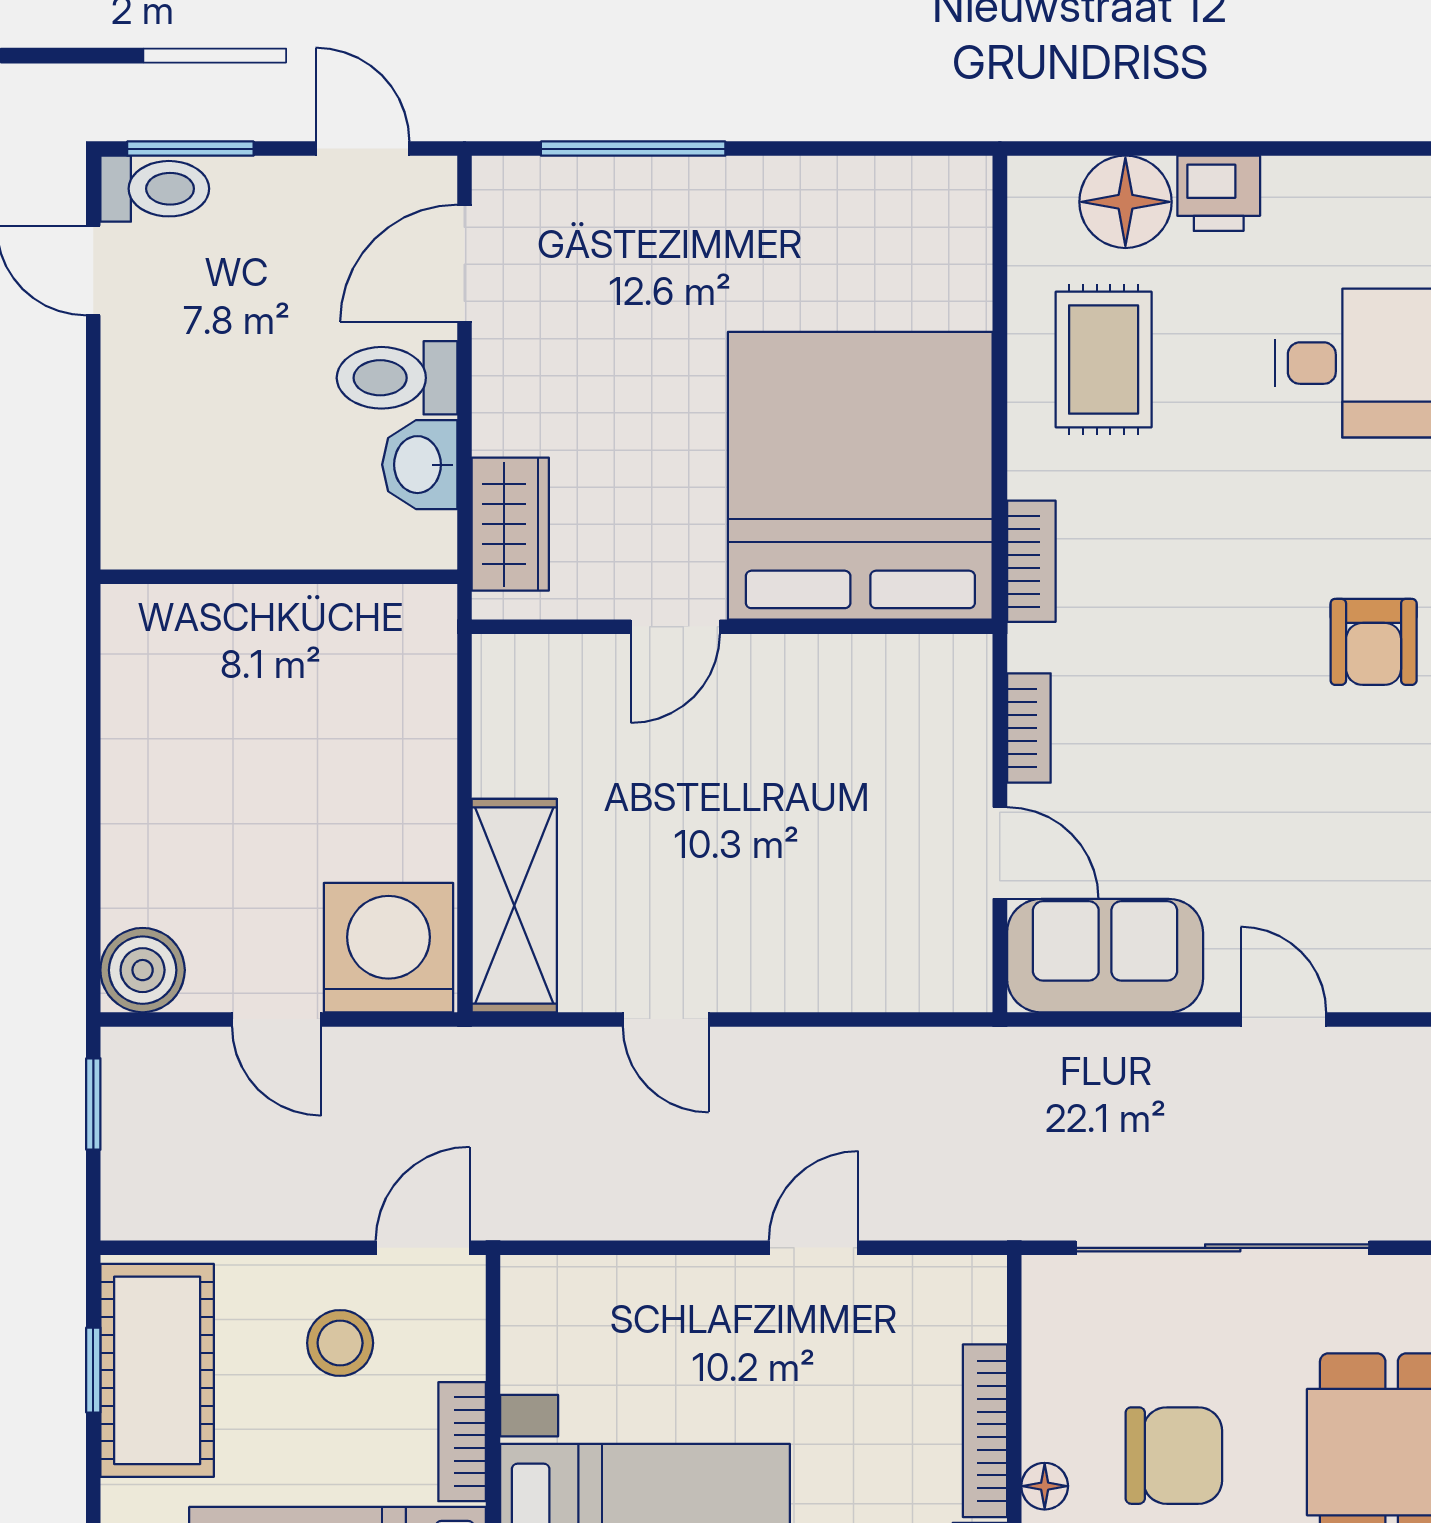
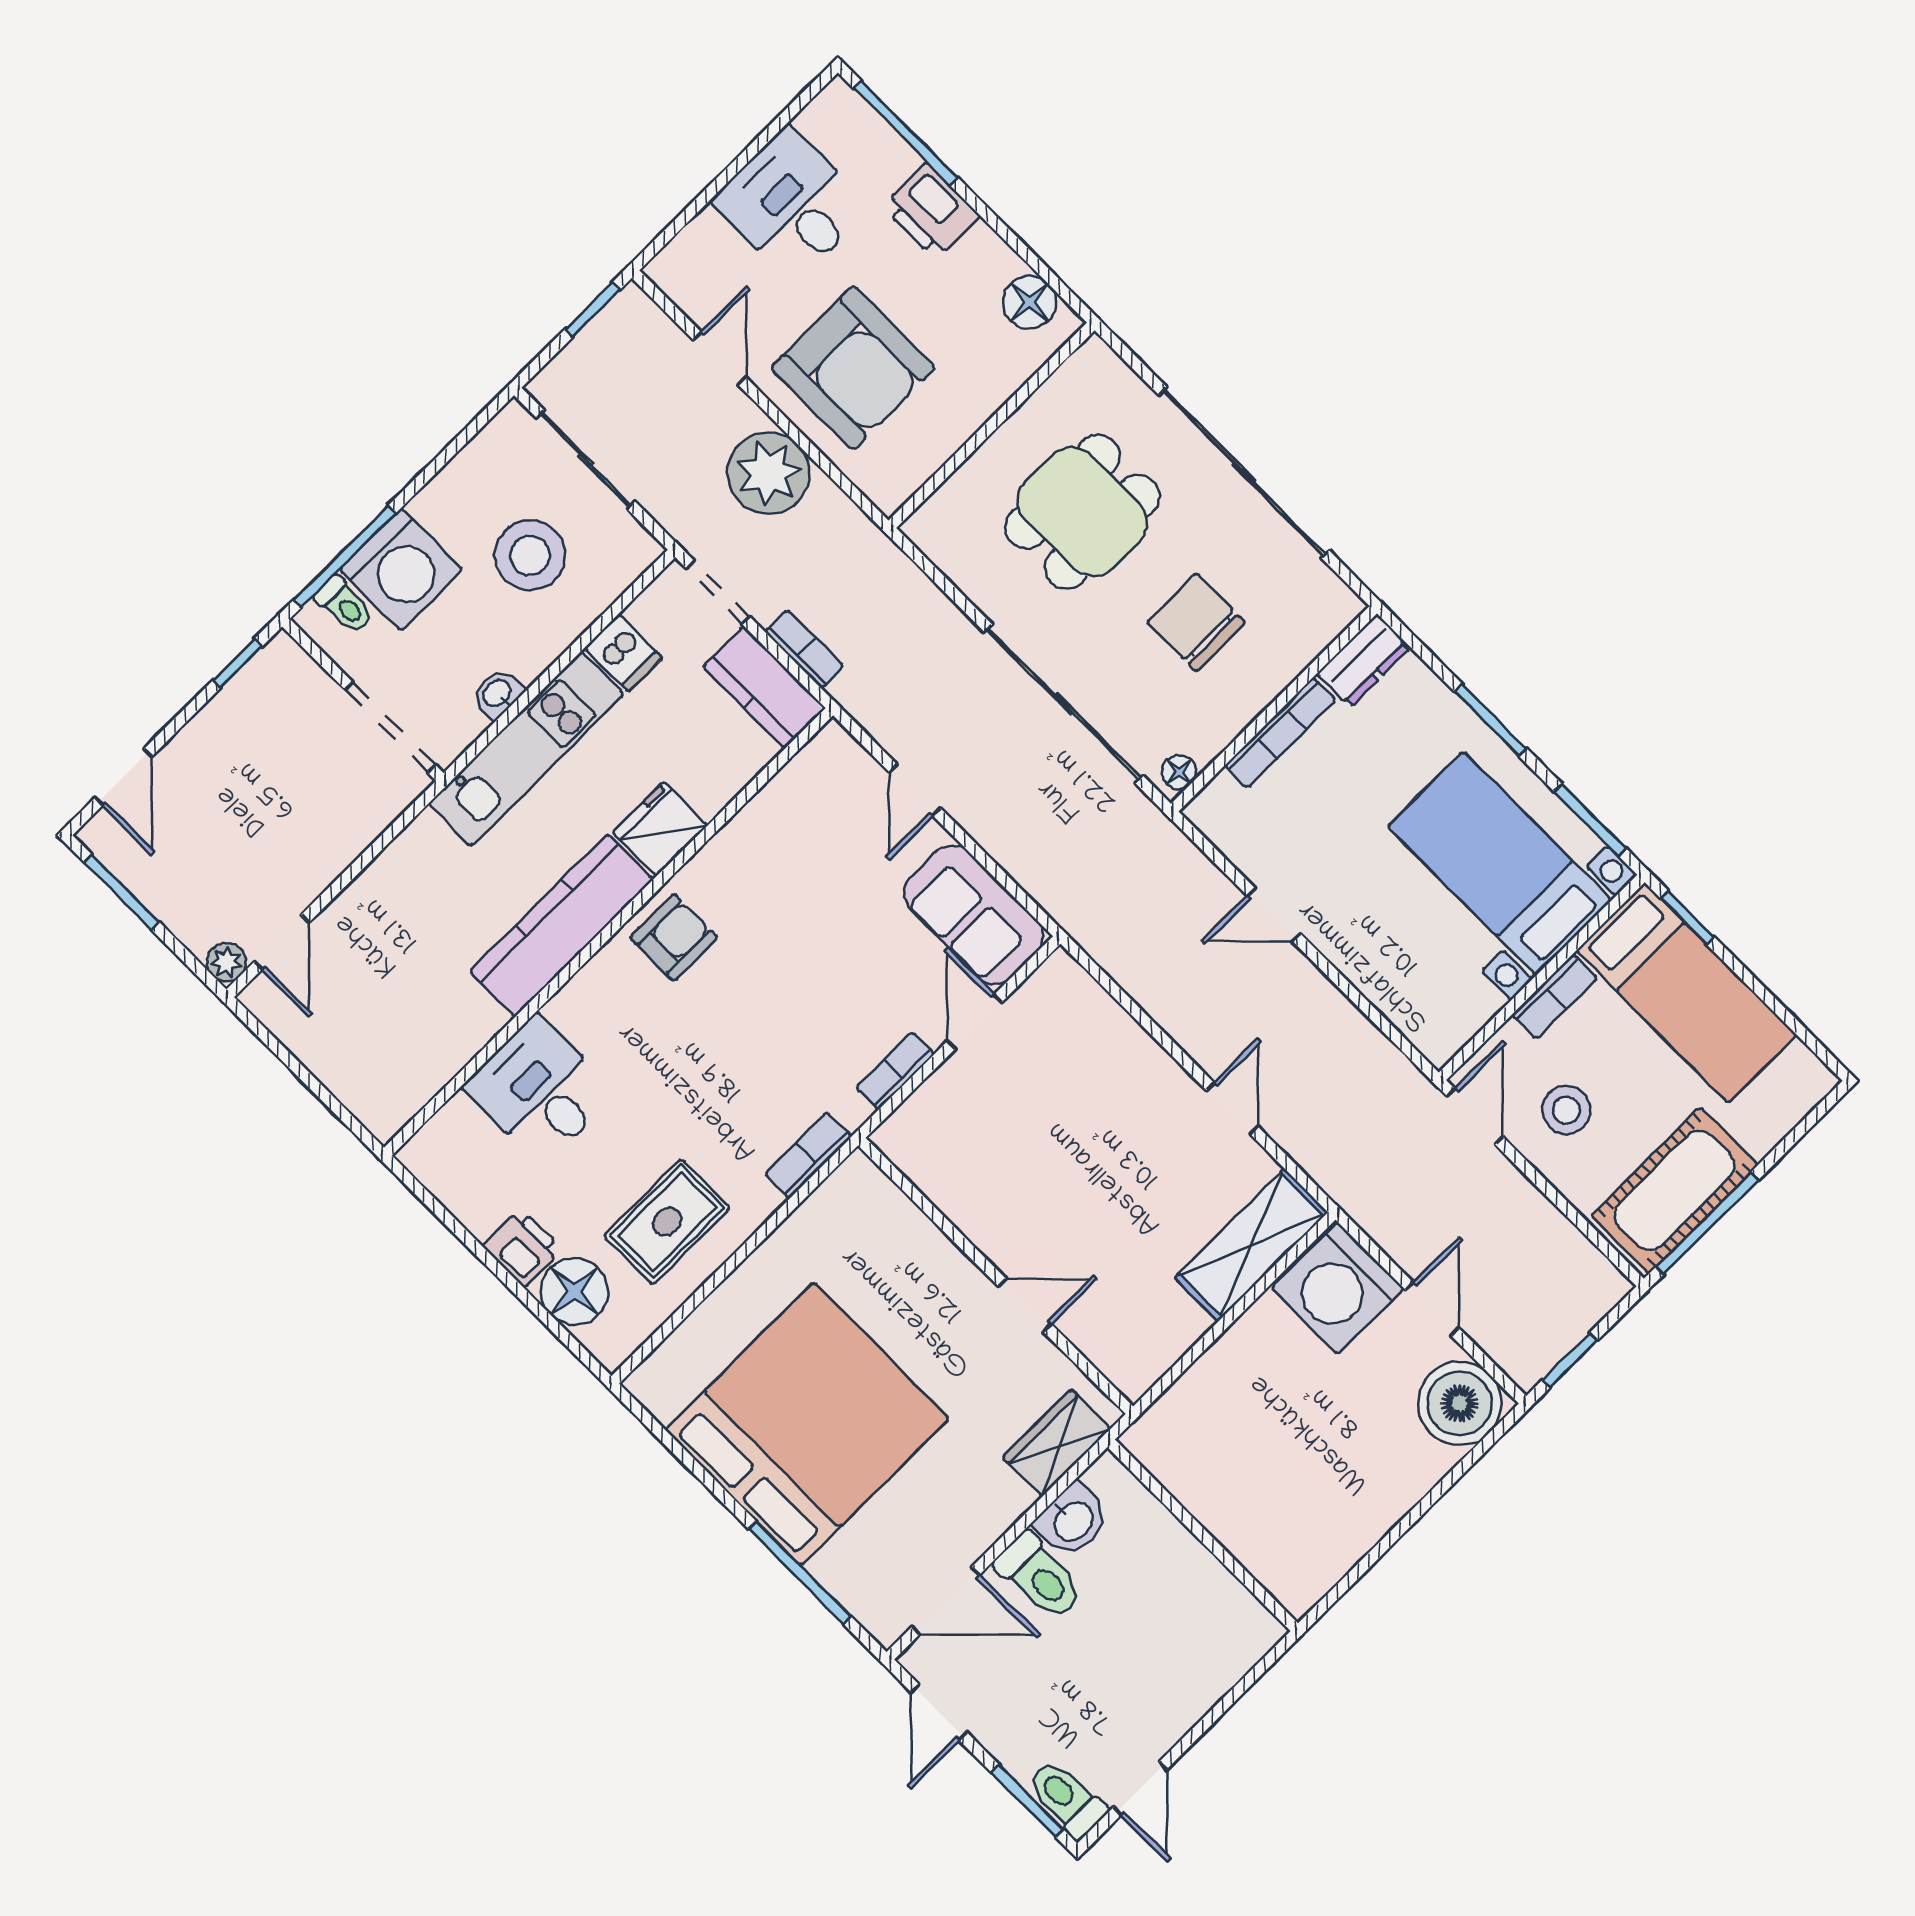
bed: (860, 476) -> (807, 1424), moved, turned 180
boiler: (143, 970) -> (1460, 1403), width x1.37, depth x1.37
door: (423, 1248) -> (1475, 1116), swing flipped
window: (93, 1370) -> (1707, 1223), width x2.17
floor lamp: (1045, 1486) -> (1179, 772), moved

